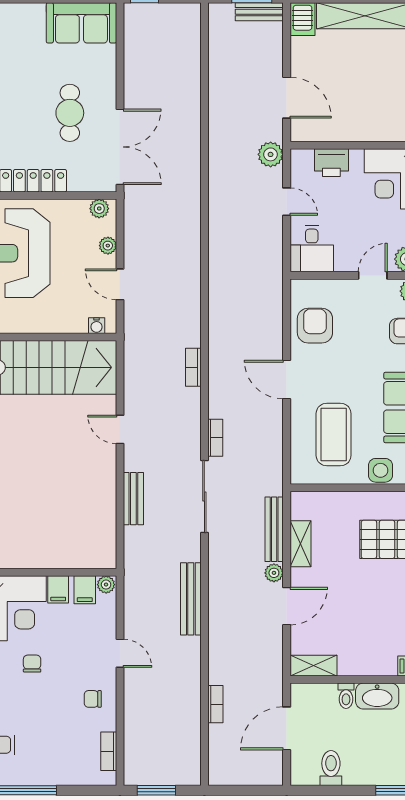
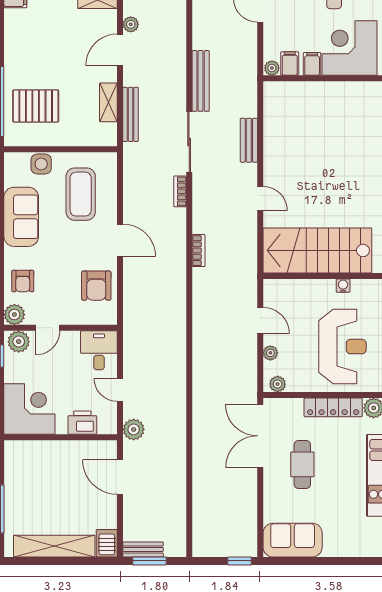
water cooler: (97, 326) -> (343, 286), moved
plant: (274, 573) -> (131, 24), moved
bench: (191, 599) -> (201, 81), moved

